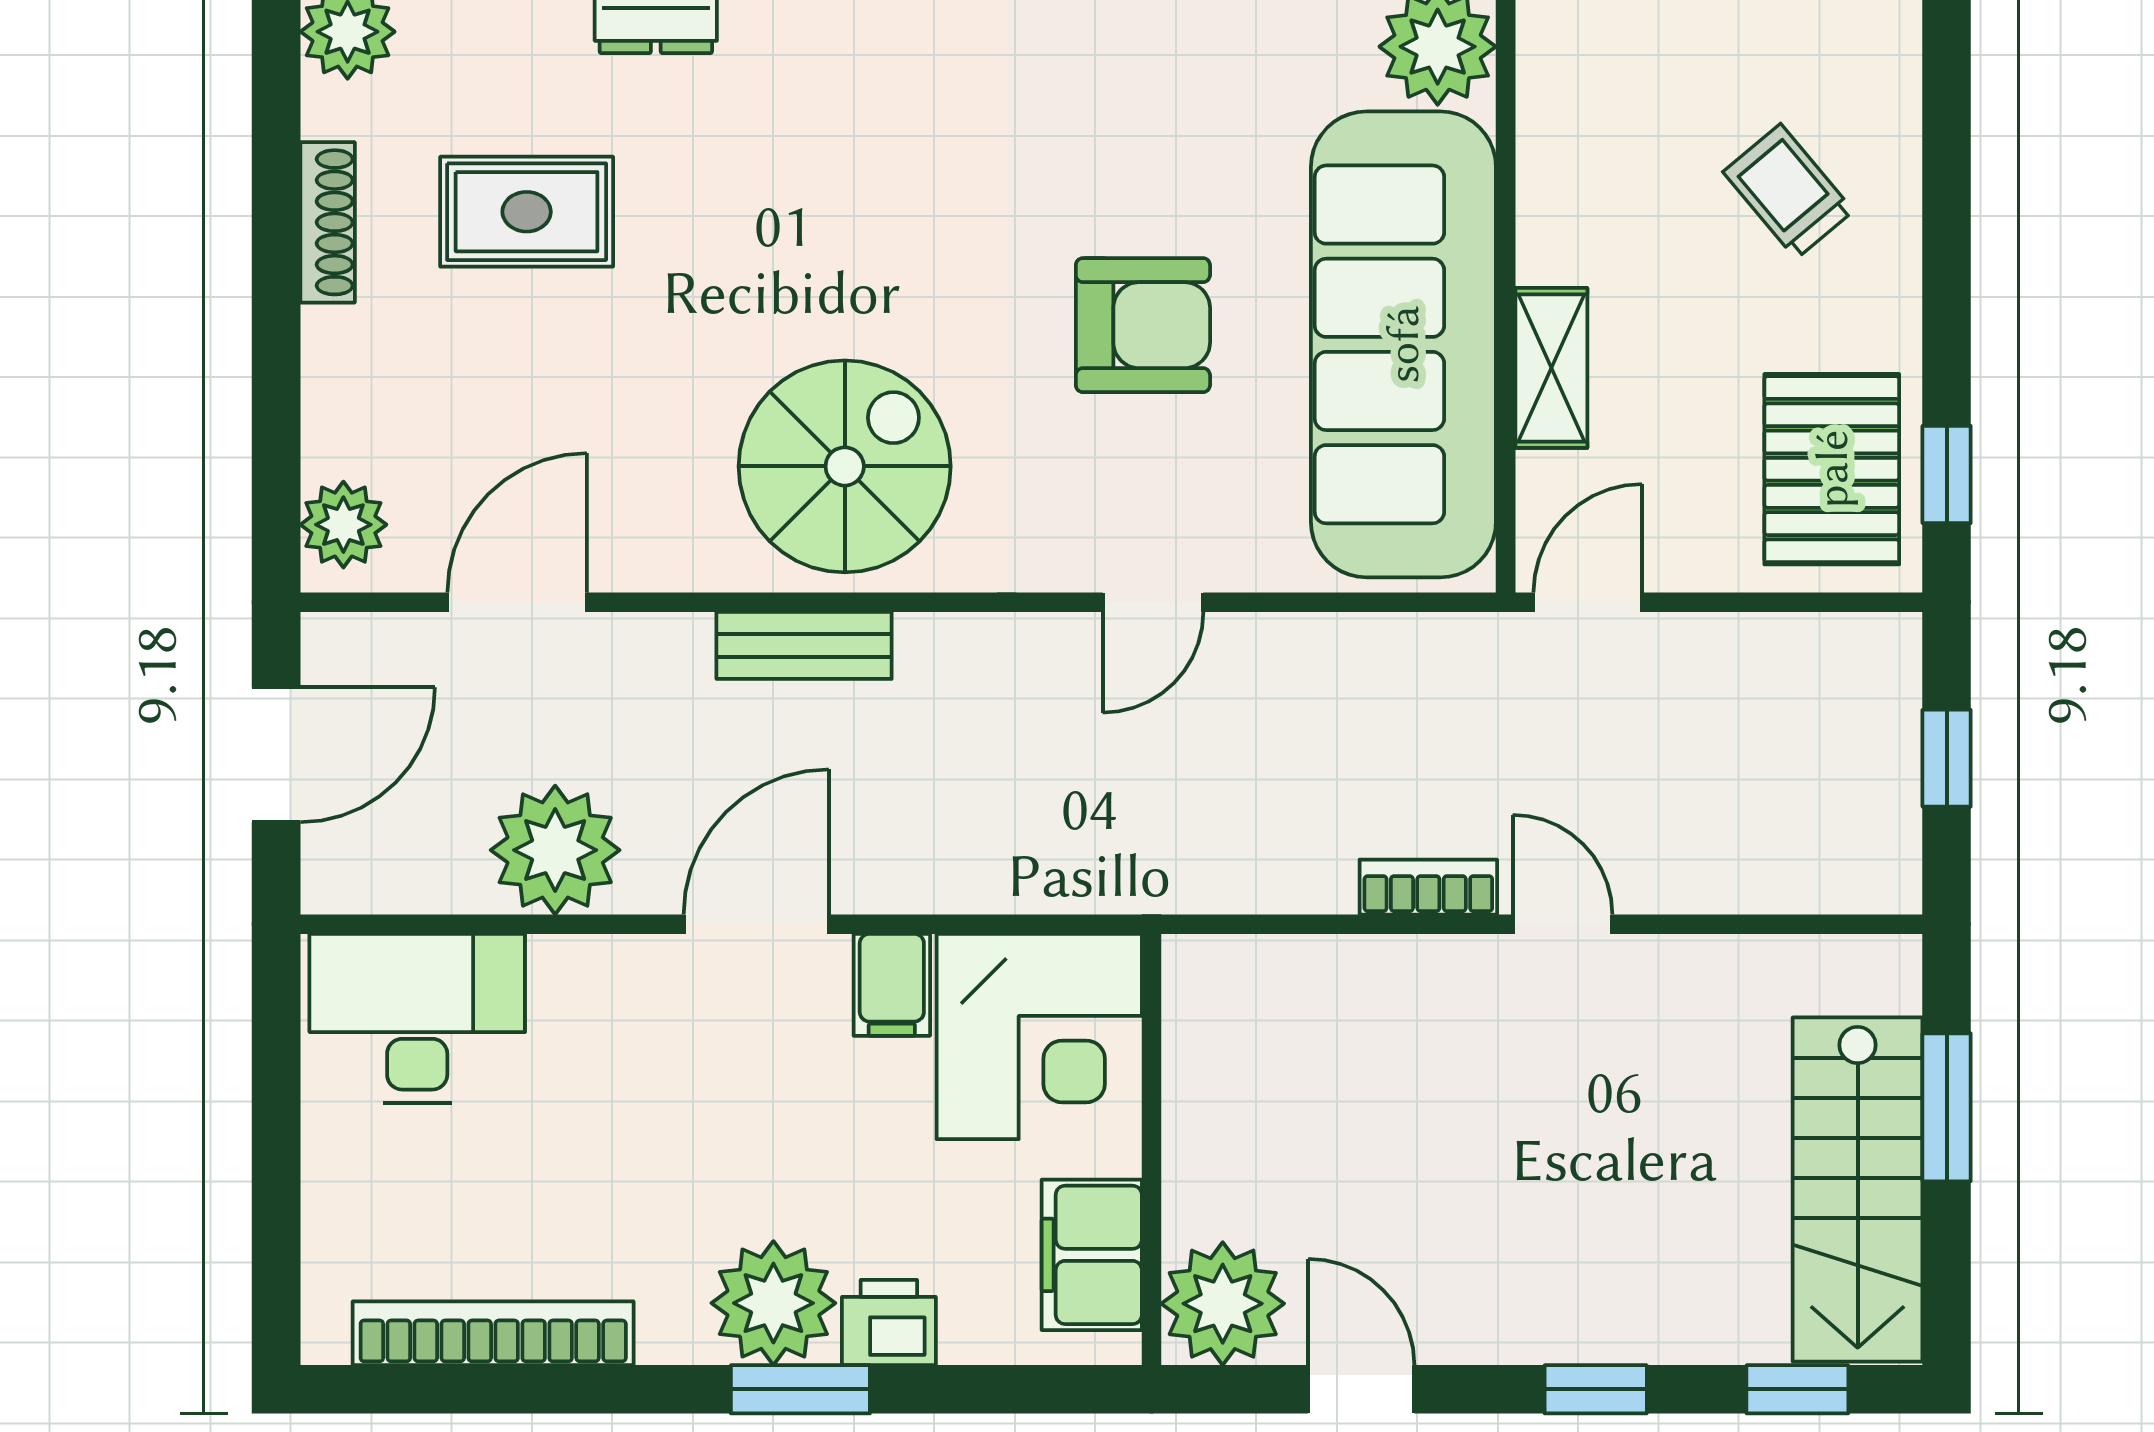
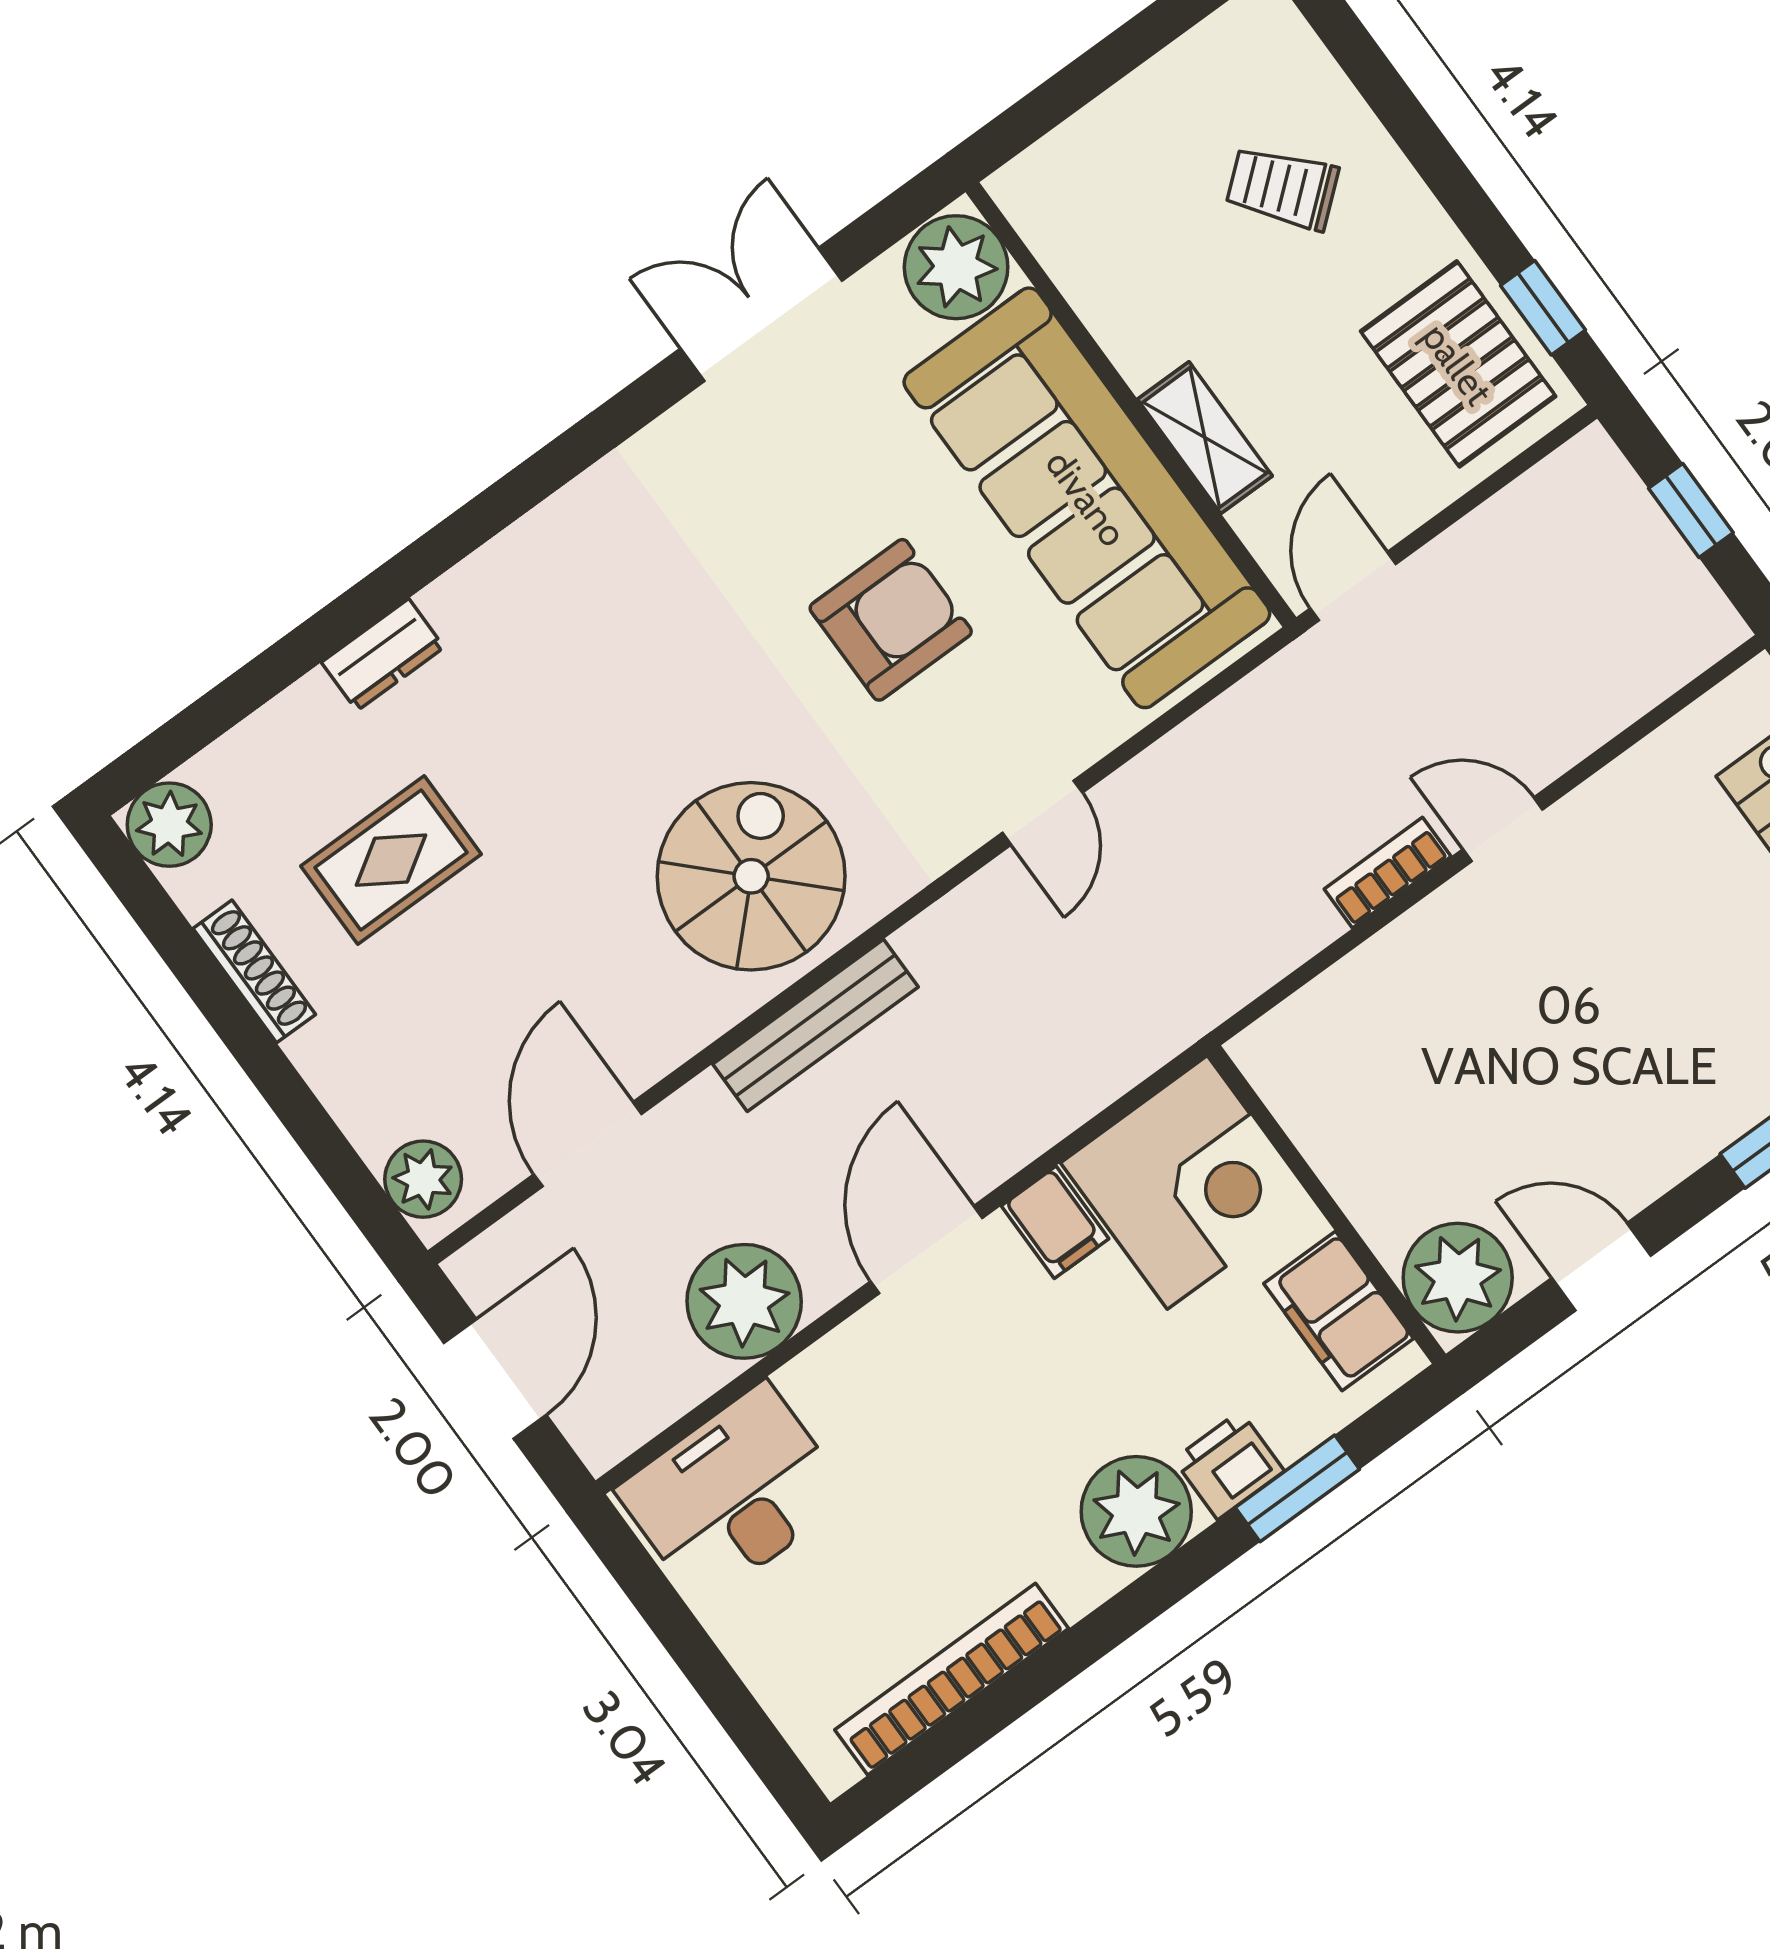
bench: (804, 645) -> (815, 1025), width x1.36
window: (800, 1389) -> (1297, 1488), moved

